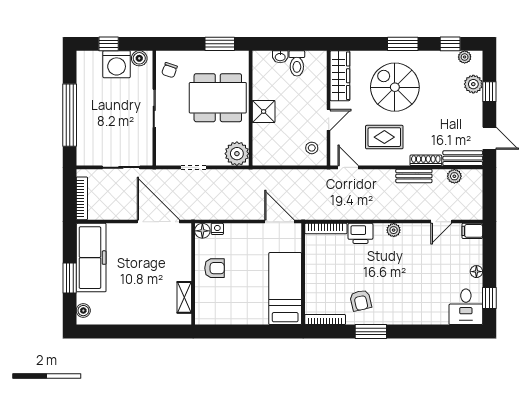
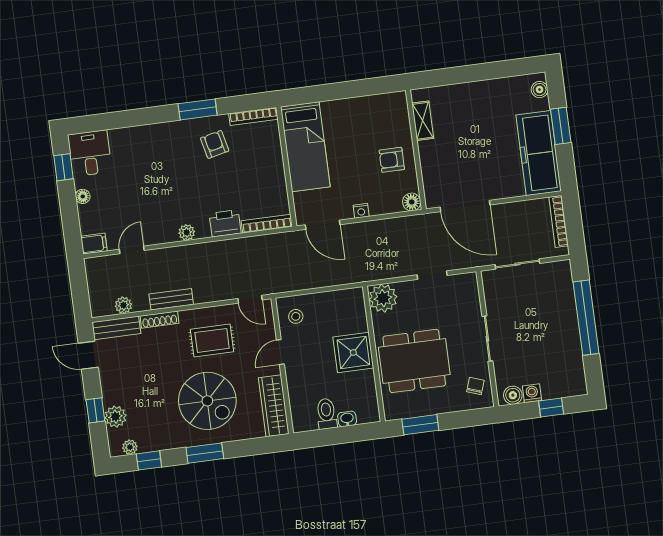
washing machine: (117, 64) -> (532, 393), width x0.53, depth x0.53
shower: (264, 111) -> (353, 352), width x1.36, depth x1.36
nightstand: (217, 229) -> (361, 211), moved

